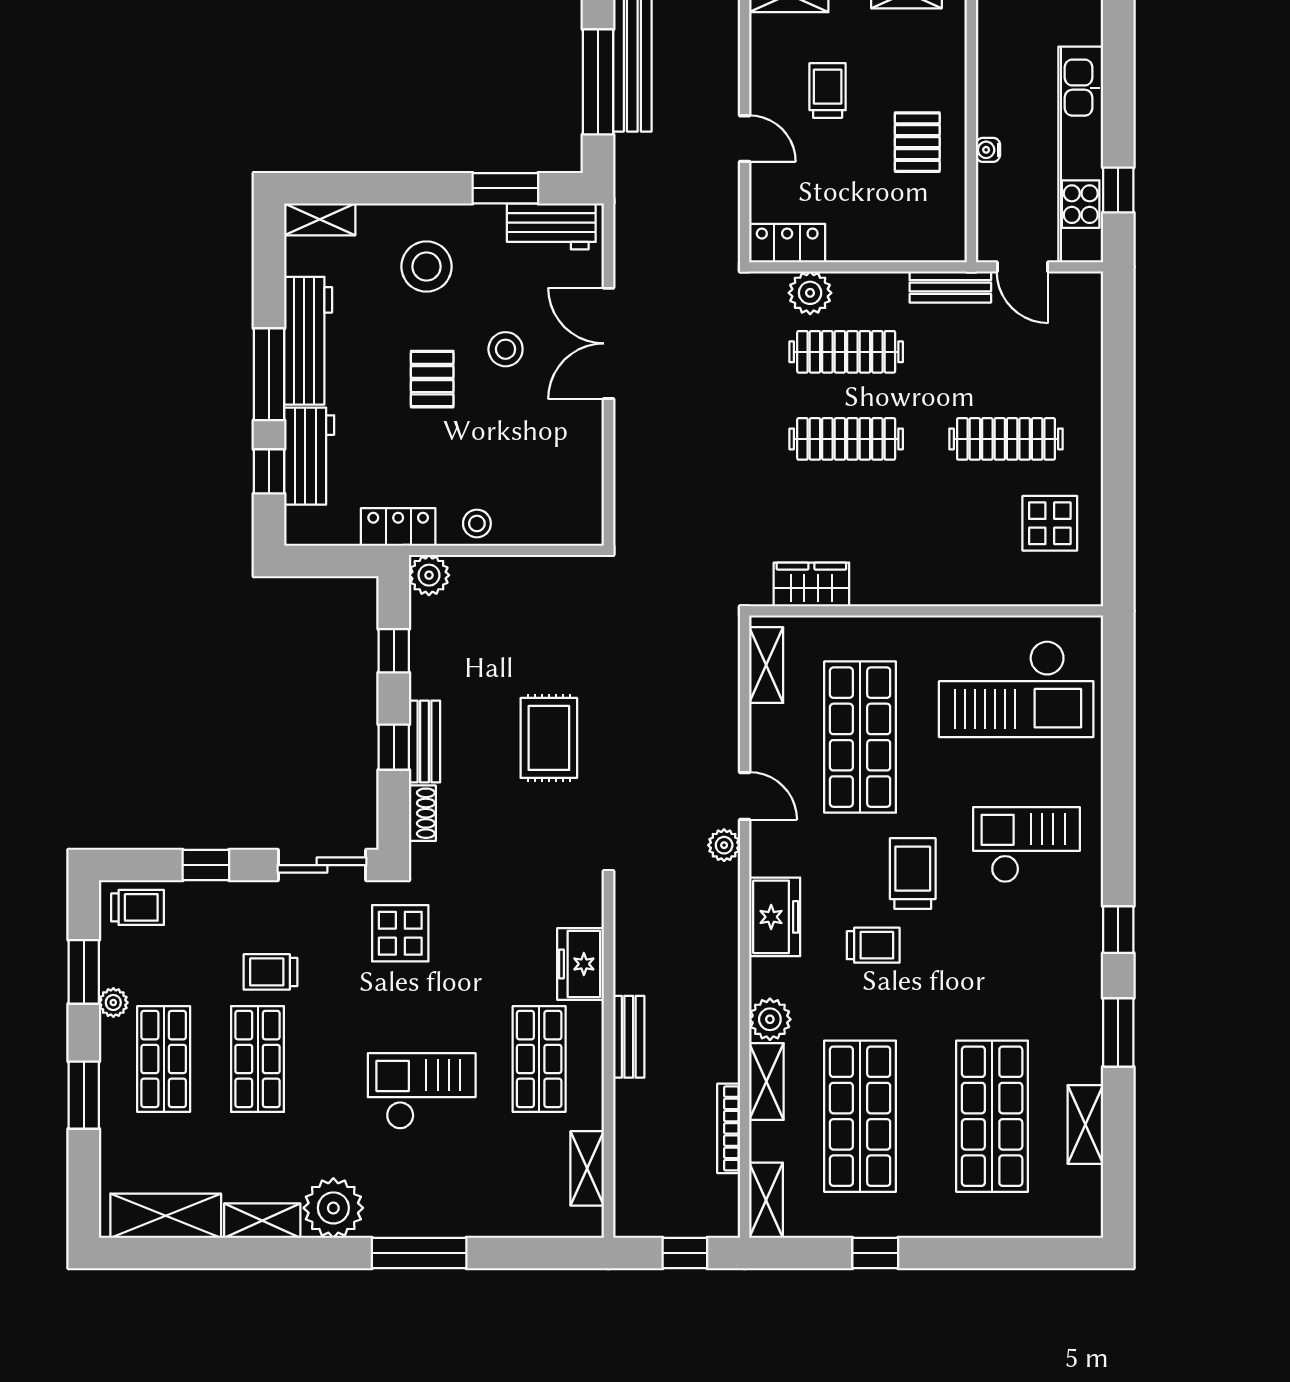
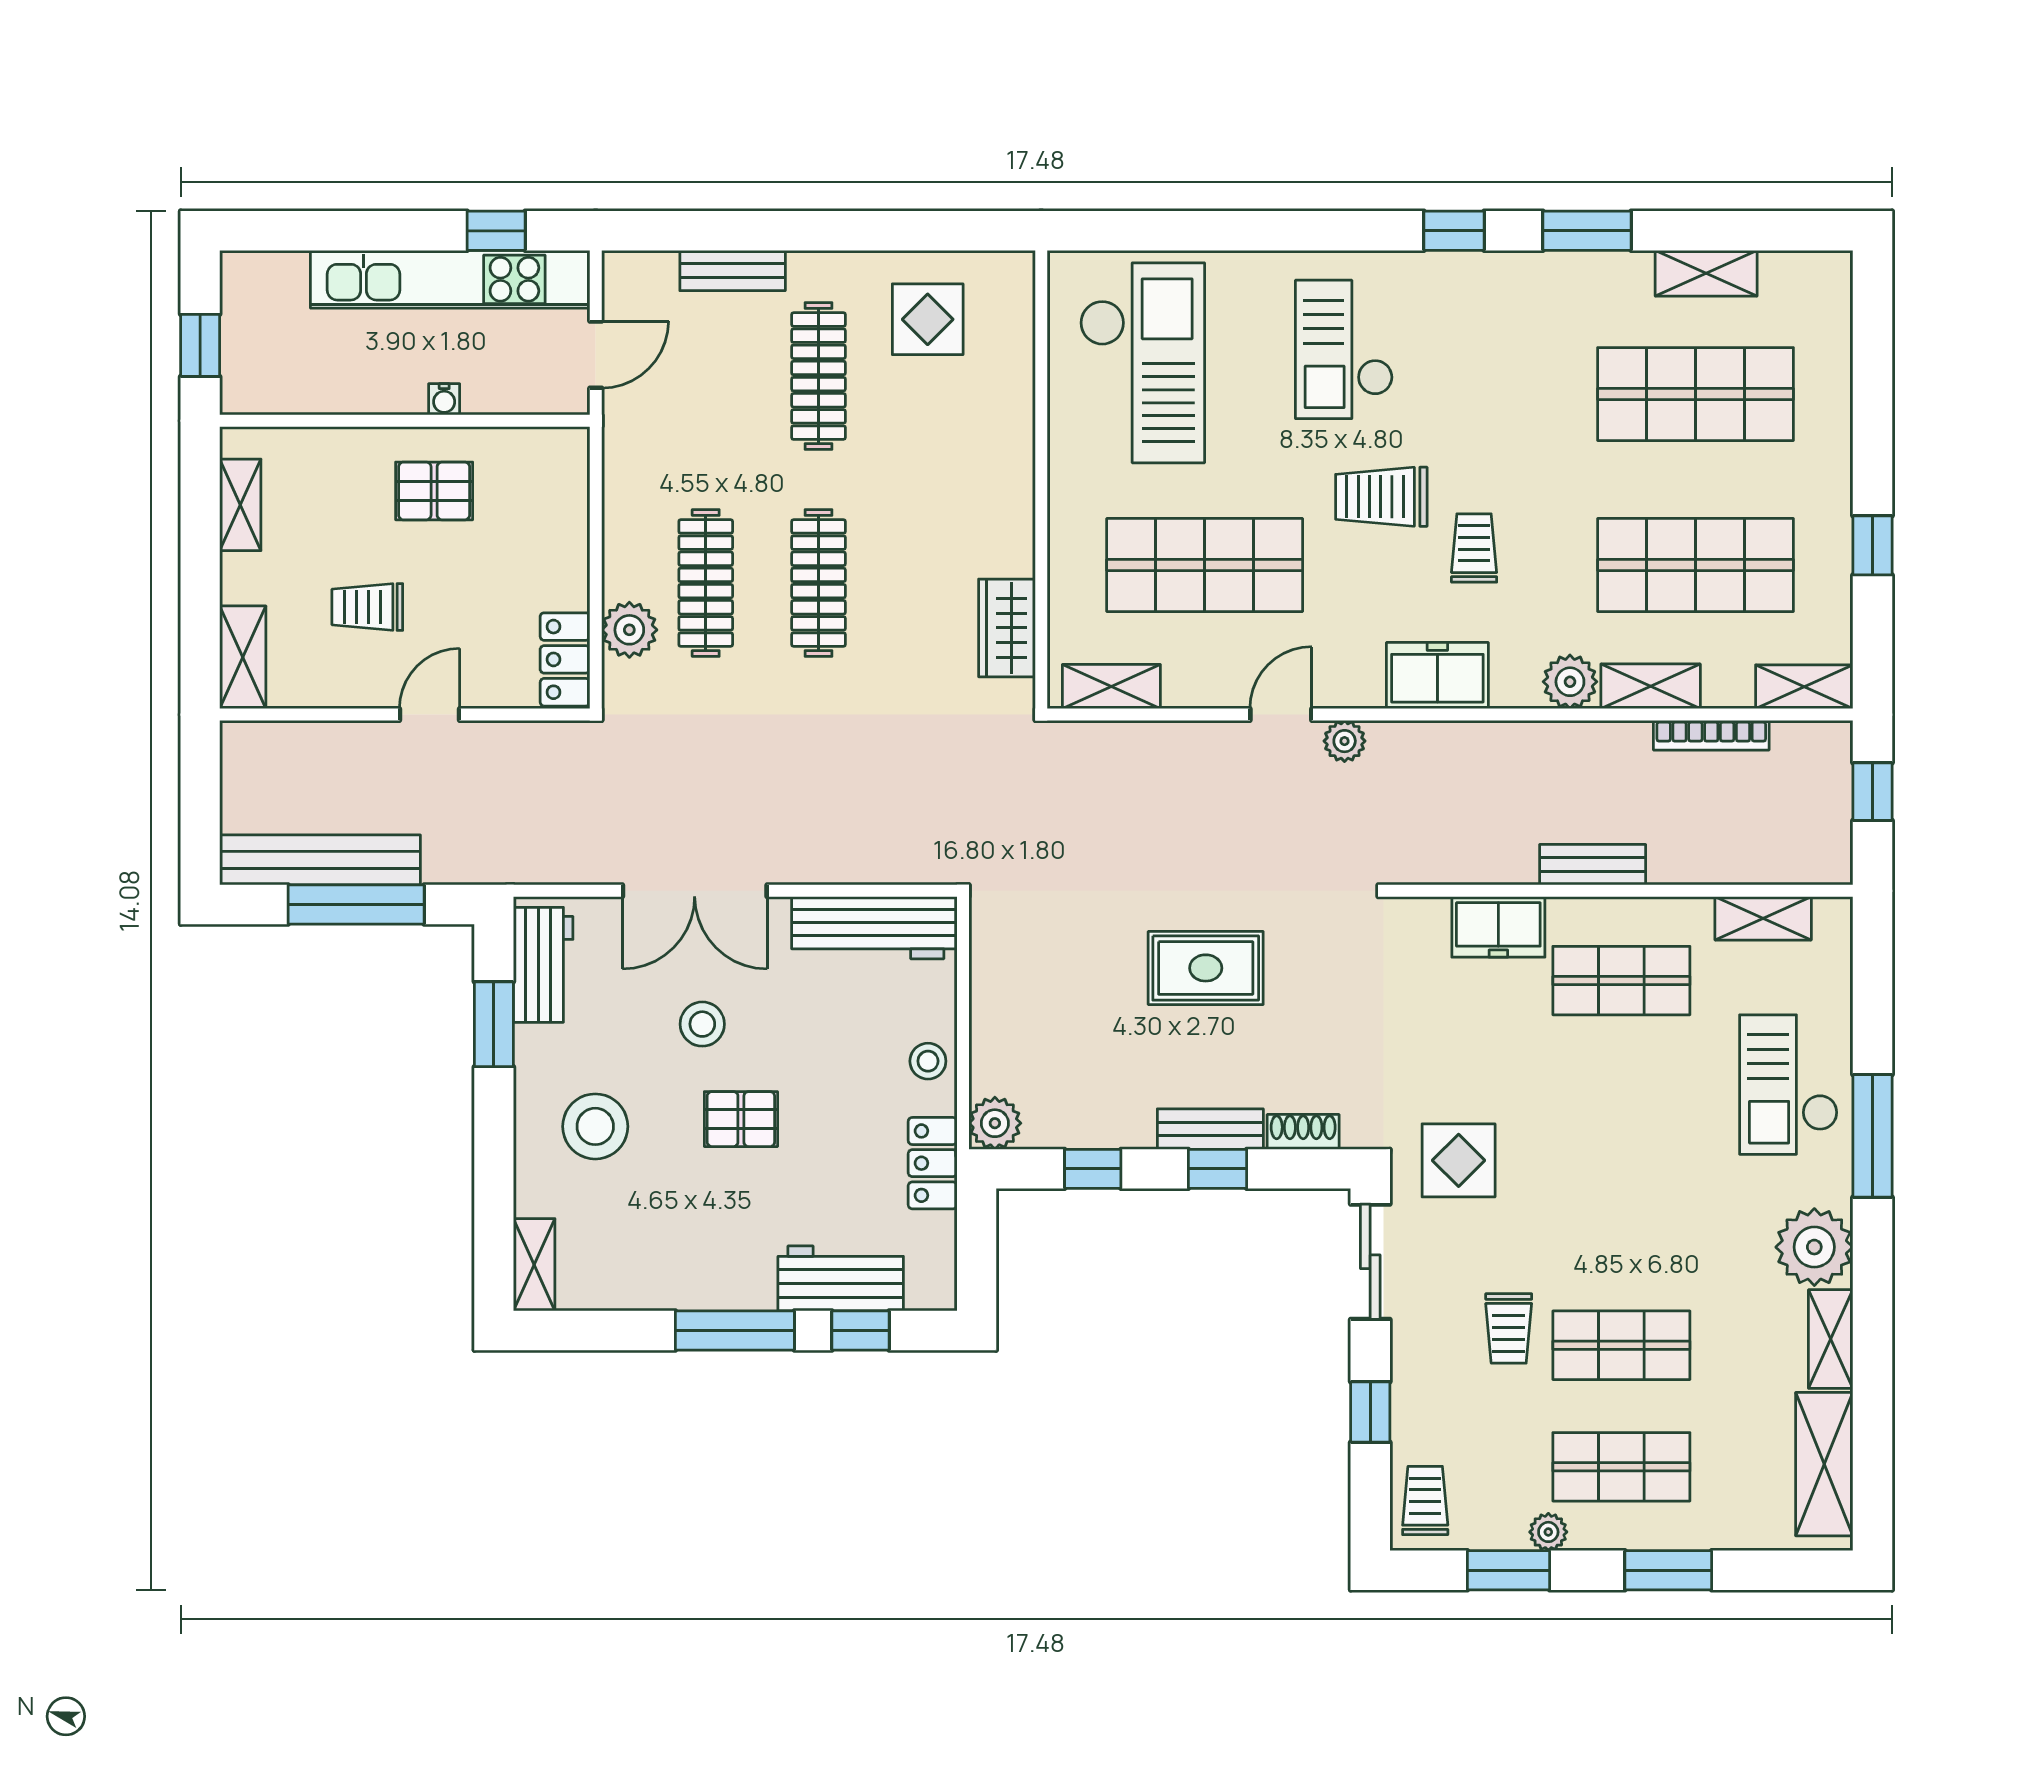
bench: (950, 287) -> (733, 271), moved, turned 90
workbench: (308, 341) -> (874, 928), moved, turned 180
checkout: (422, 1091) -> (1789, 1085), moved

